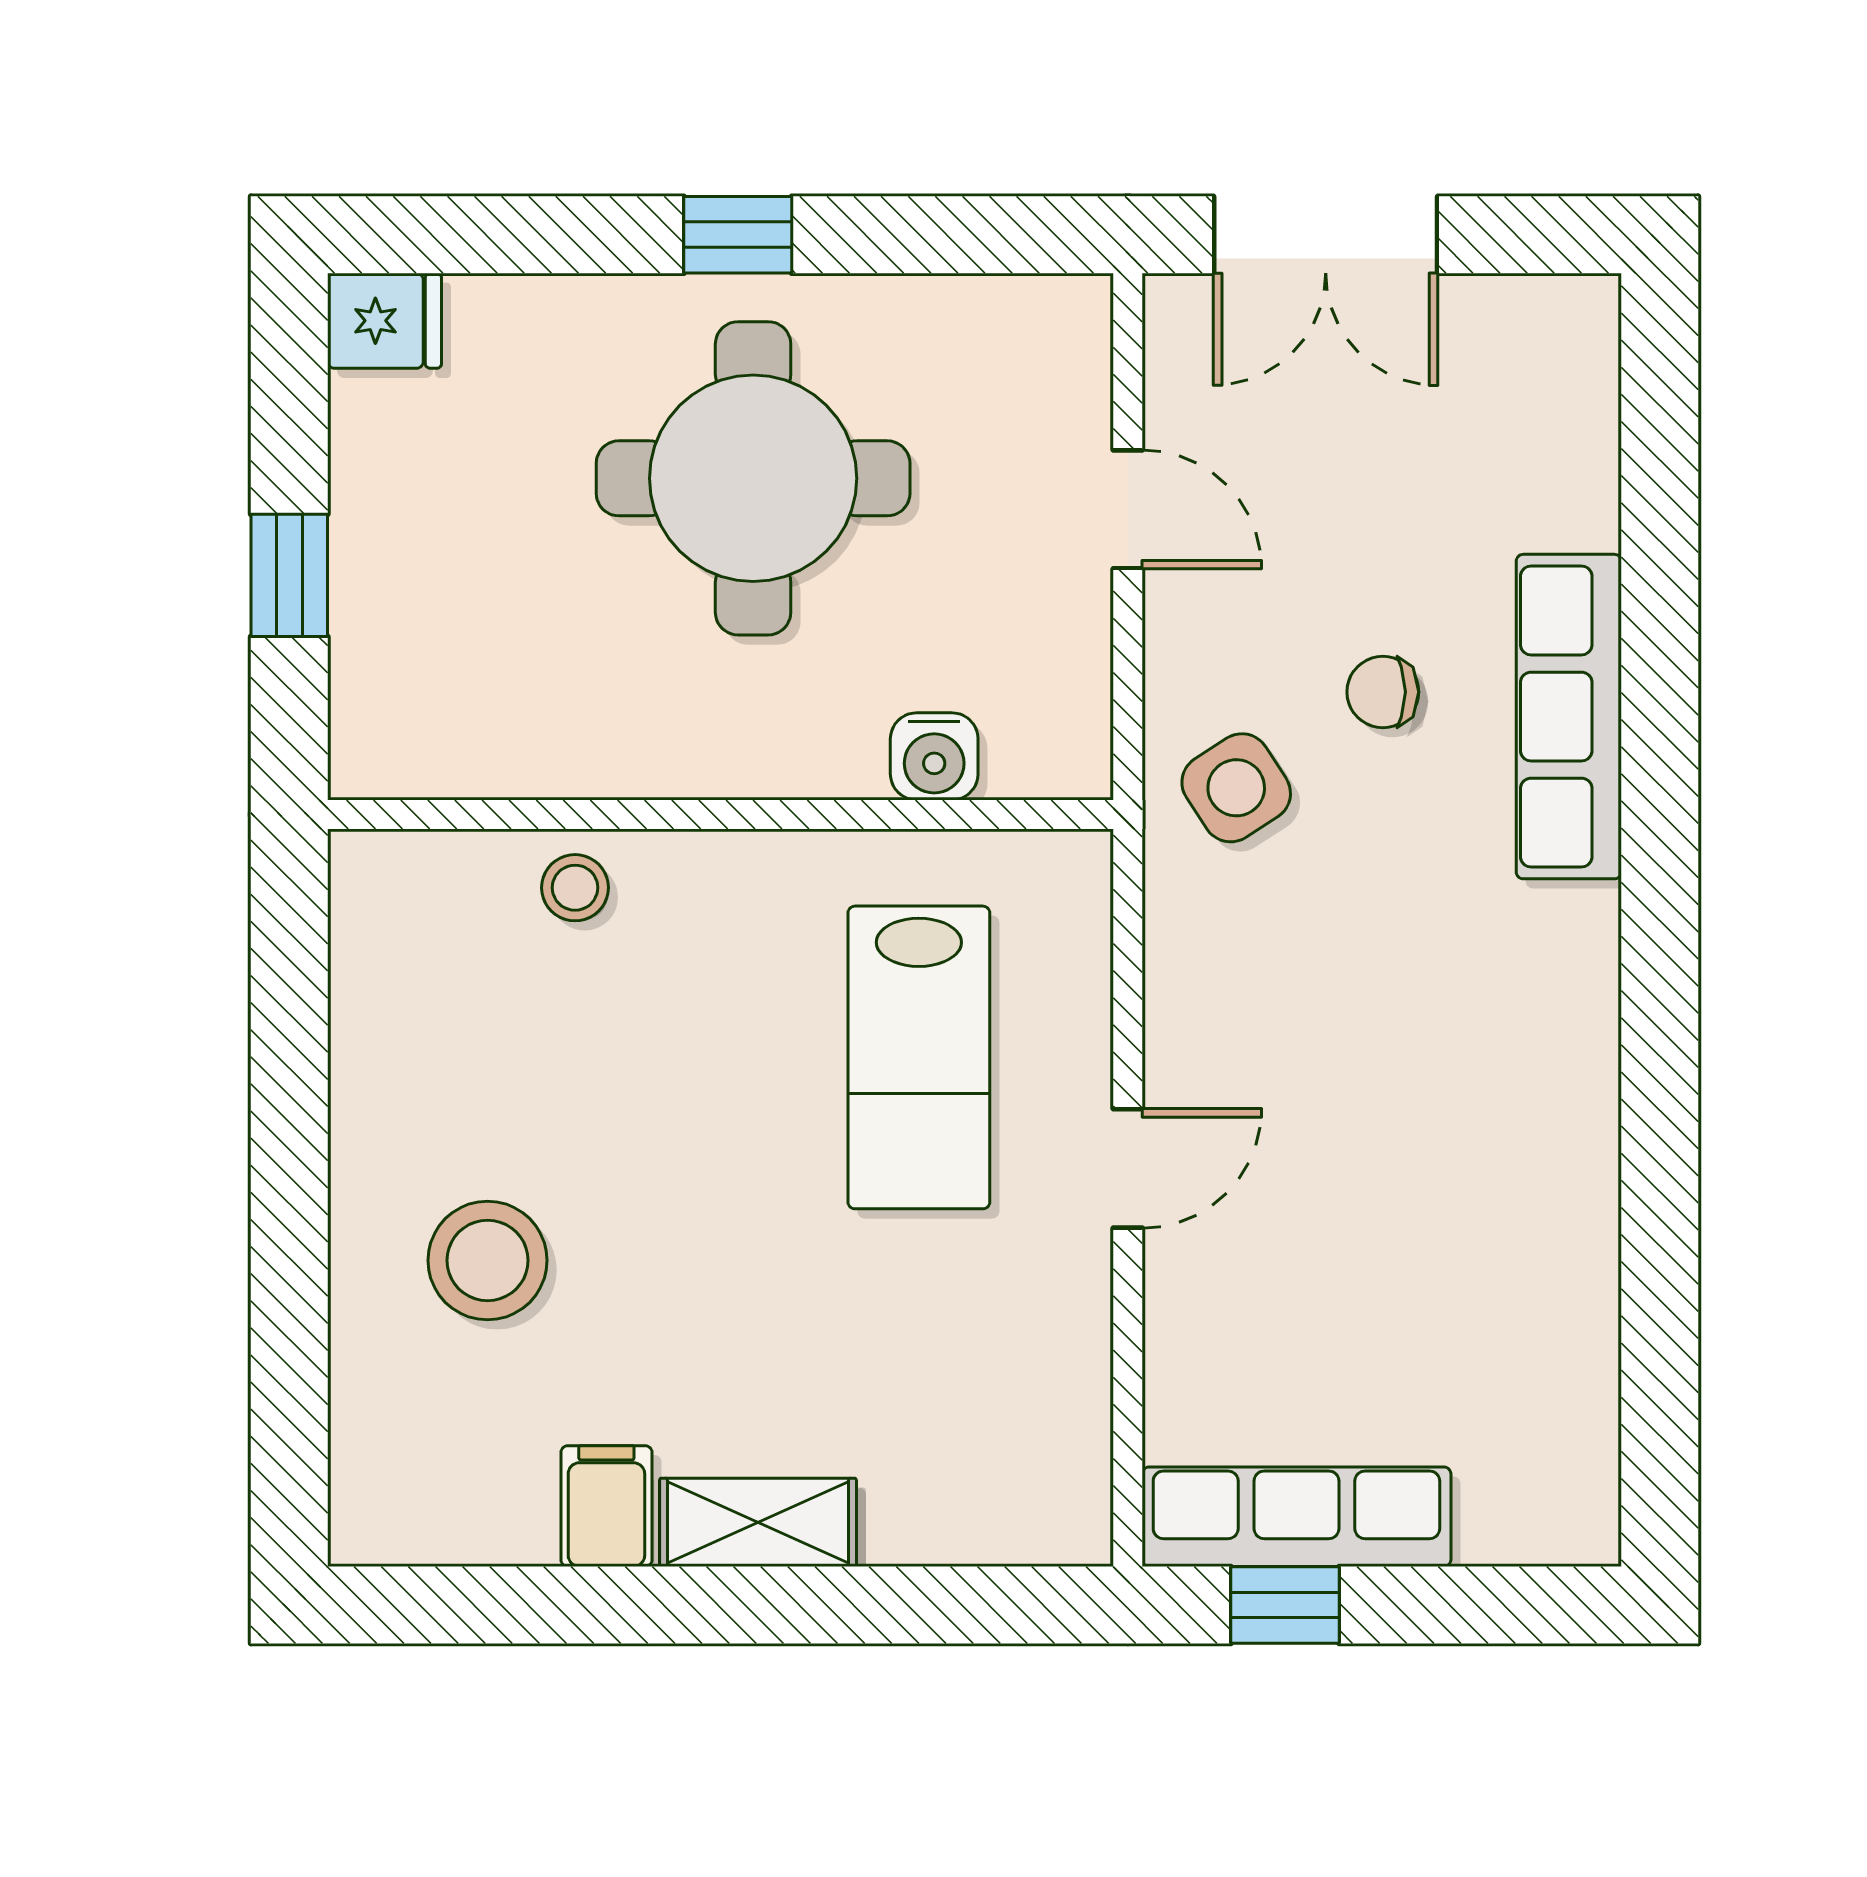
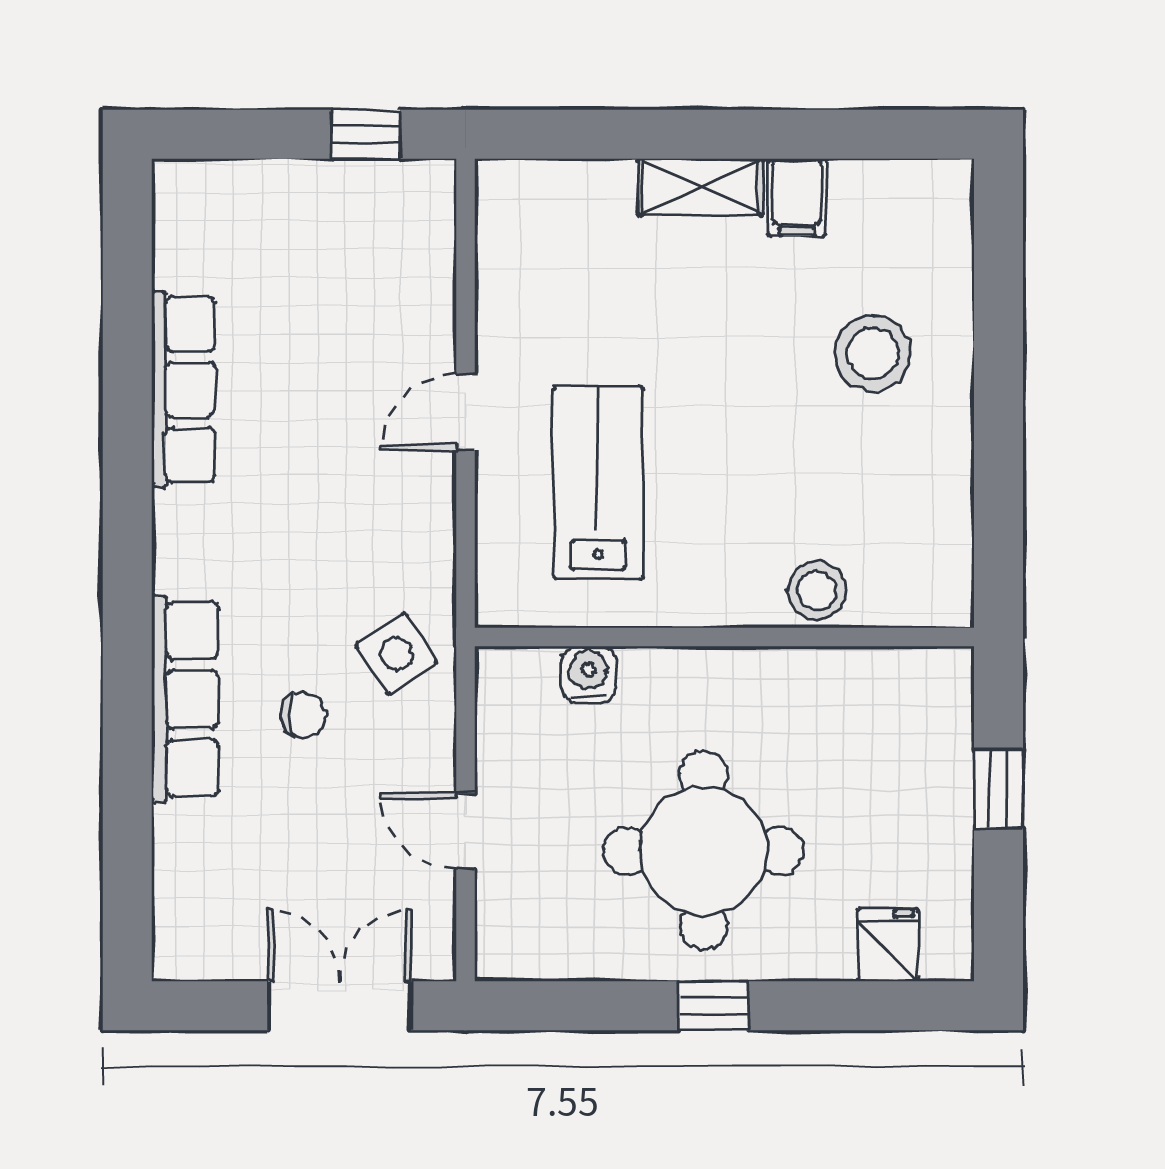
fridge: (385, 321) -> (888, 945), moved, turned 90
stool: (575, 888) -> (817, 590), width x1.37, depth x1.37
row of seats: (1296, 1517) -> (183, 389), moved, turned -90

